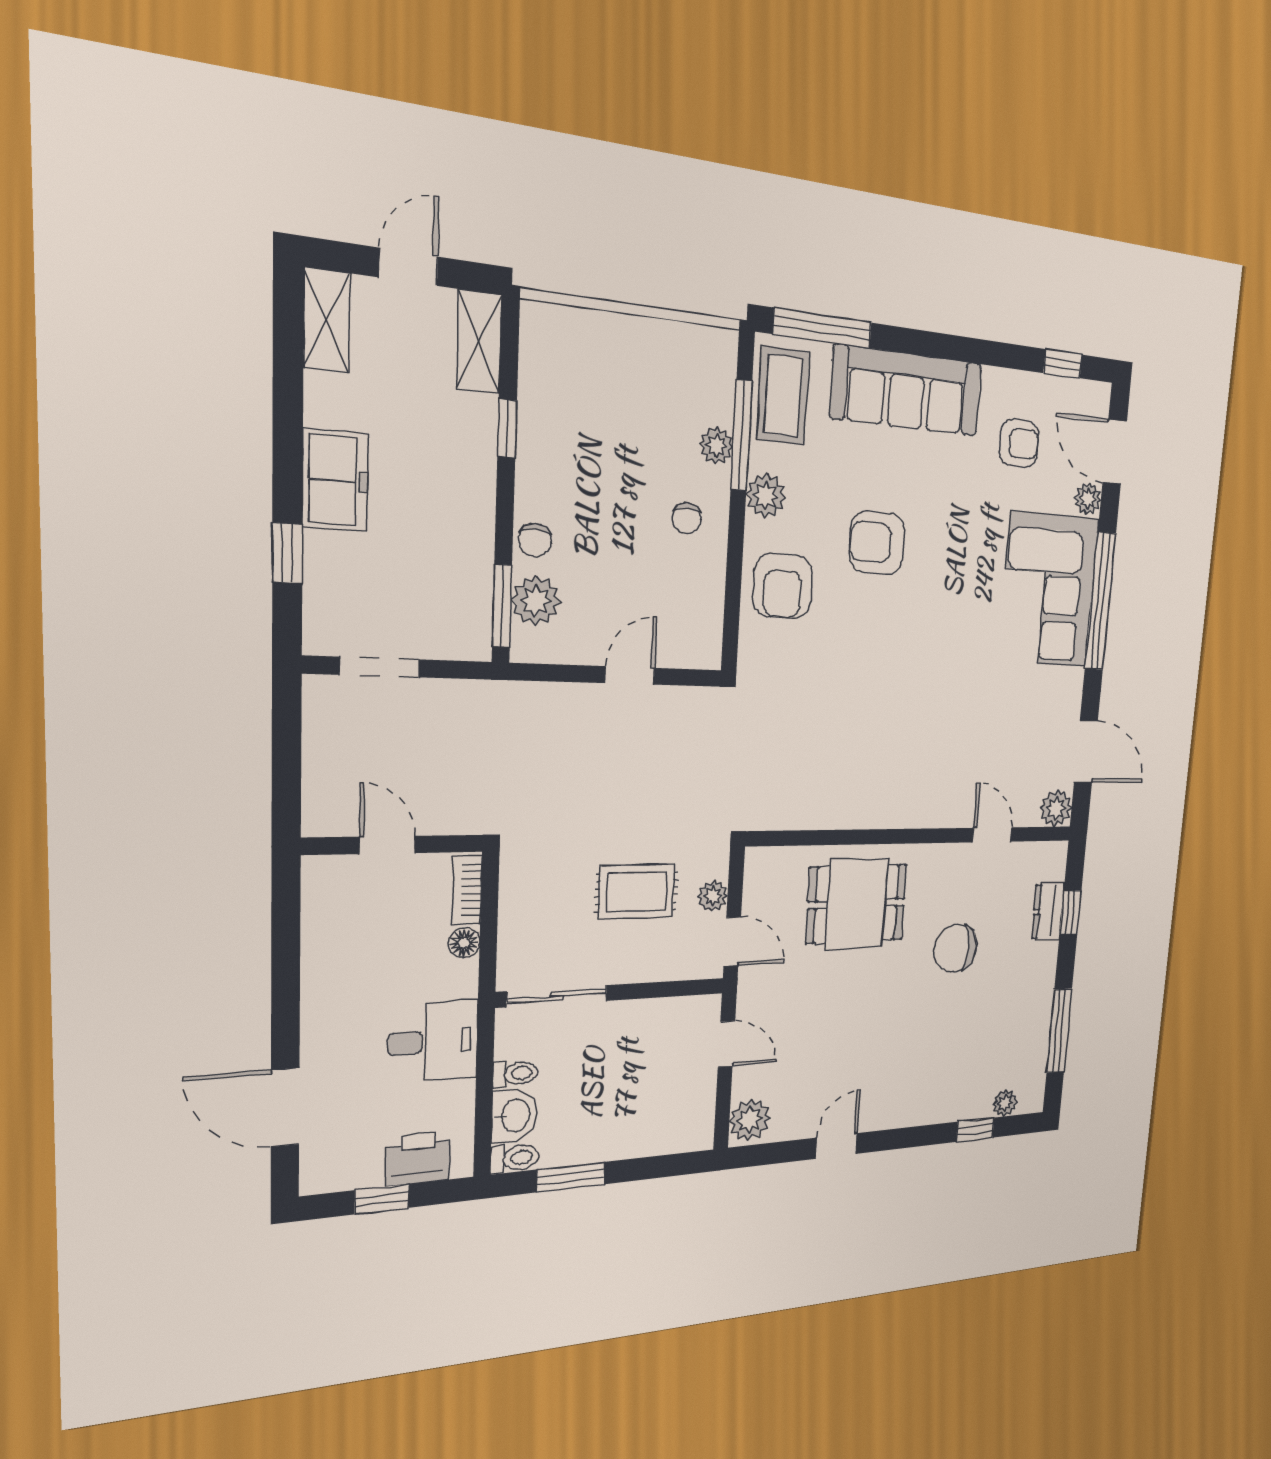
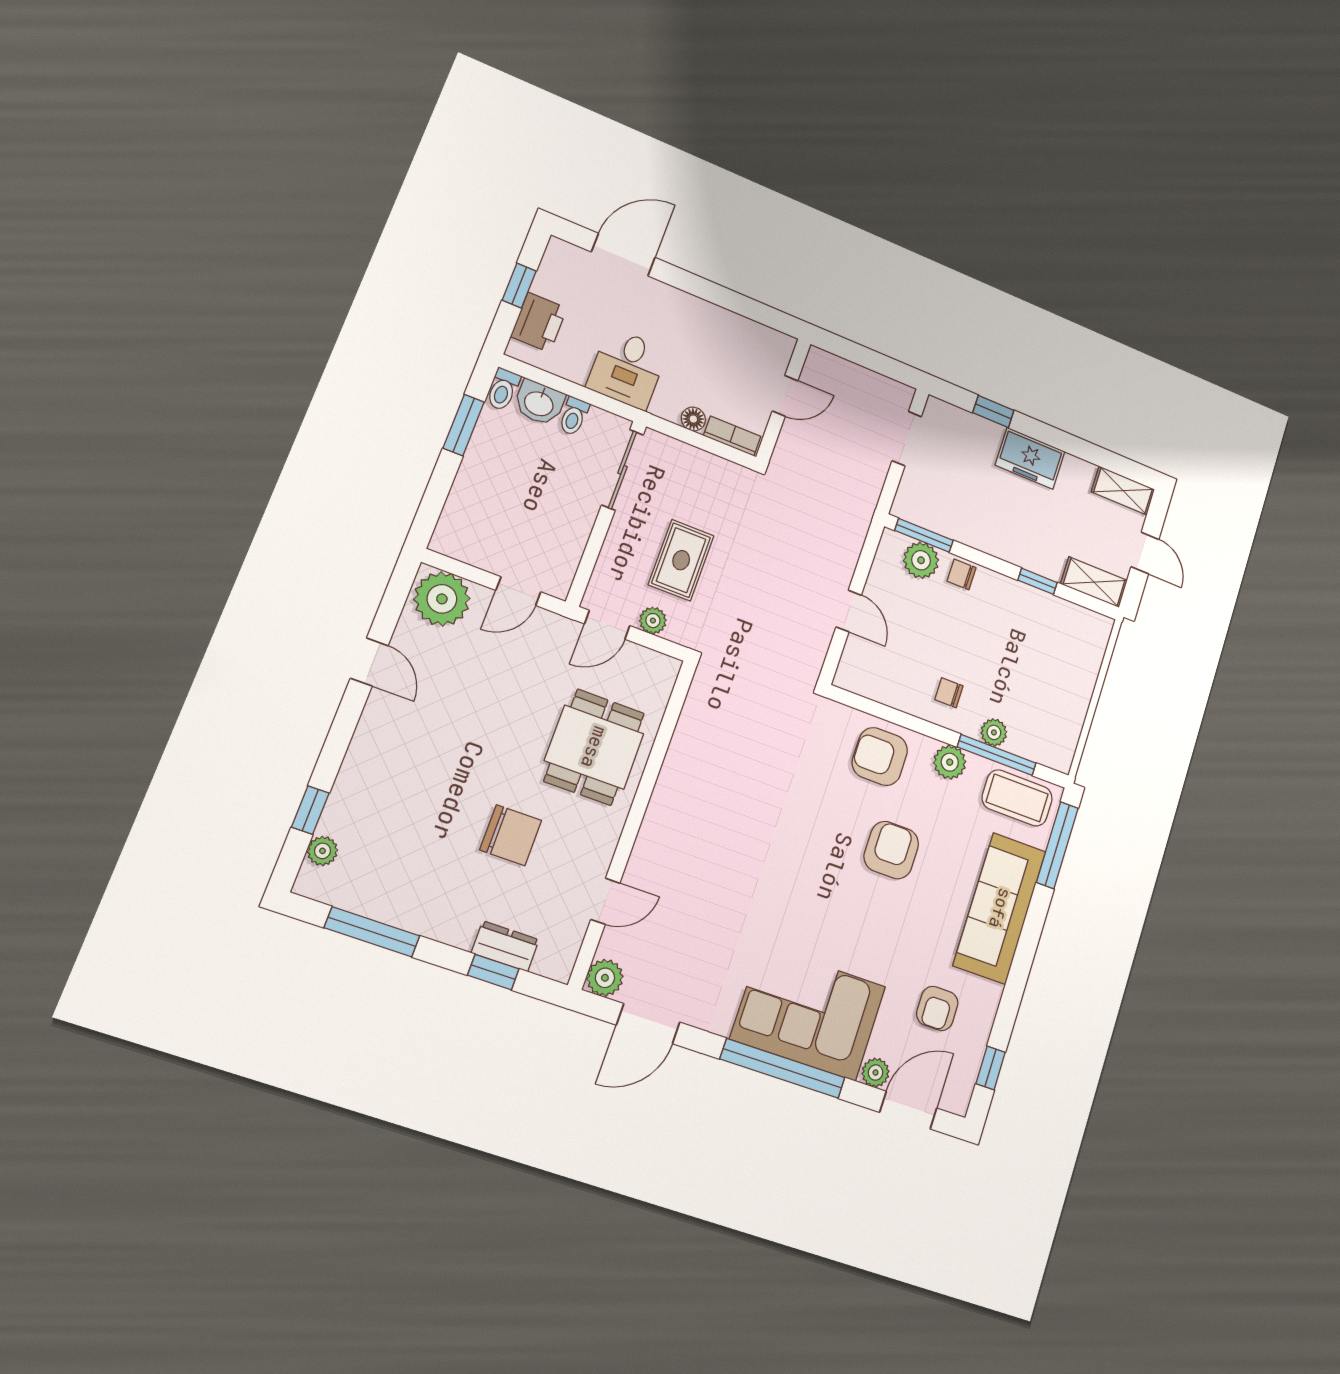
chair: (955, 948) -> (511, 835), turned 90
plant: (750, 1120) -> (442, 599), width x1.36, depth x1.36

